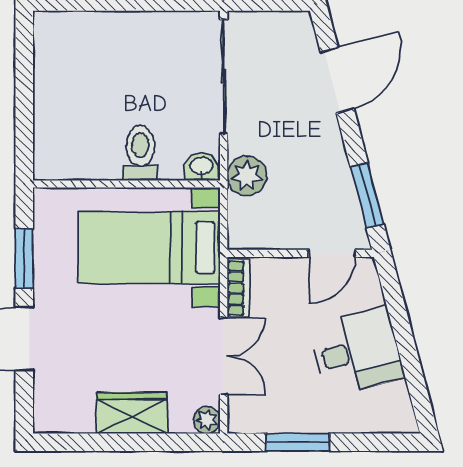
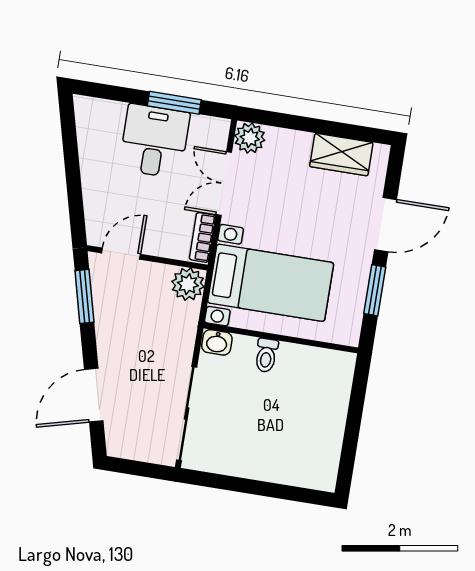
toilet: (140, 153) -> (266, 355), width x0.73, depth x0.72
plant: (247, 176) -> (188, 284), moved
desk: (357, 351) -> (154, 141), moved, turned 105
wardrobe: (132, 413) -> (341, 154), moved
plant: (207, 420) -> (250, 138), width x1.38, depth x1.38

